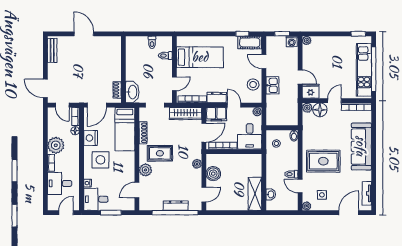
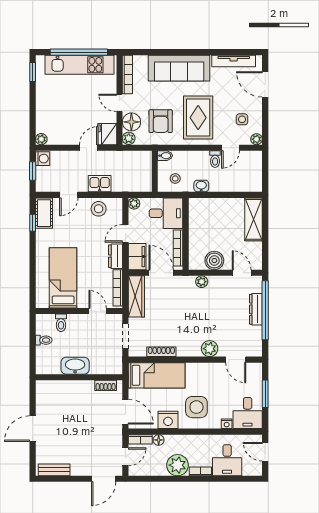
washbasin: (132, 92) -> (75, 366), moved
armchair: (320, 132) -> (161, 121), added
rug: (160, 153) -> (188, 330), removed
tv unit: (367, 193) -> (234, 61), width x1.41
shelving: (255, 194) -> (254, 219), moved, turned 90
washbasin: (271, 194) -> (201, 186), moved

